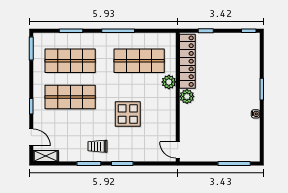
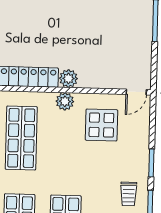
plant: (169, 82) -> (65, 101), moved
display table: (128, 114) -> (101, 125), moved

